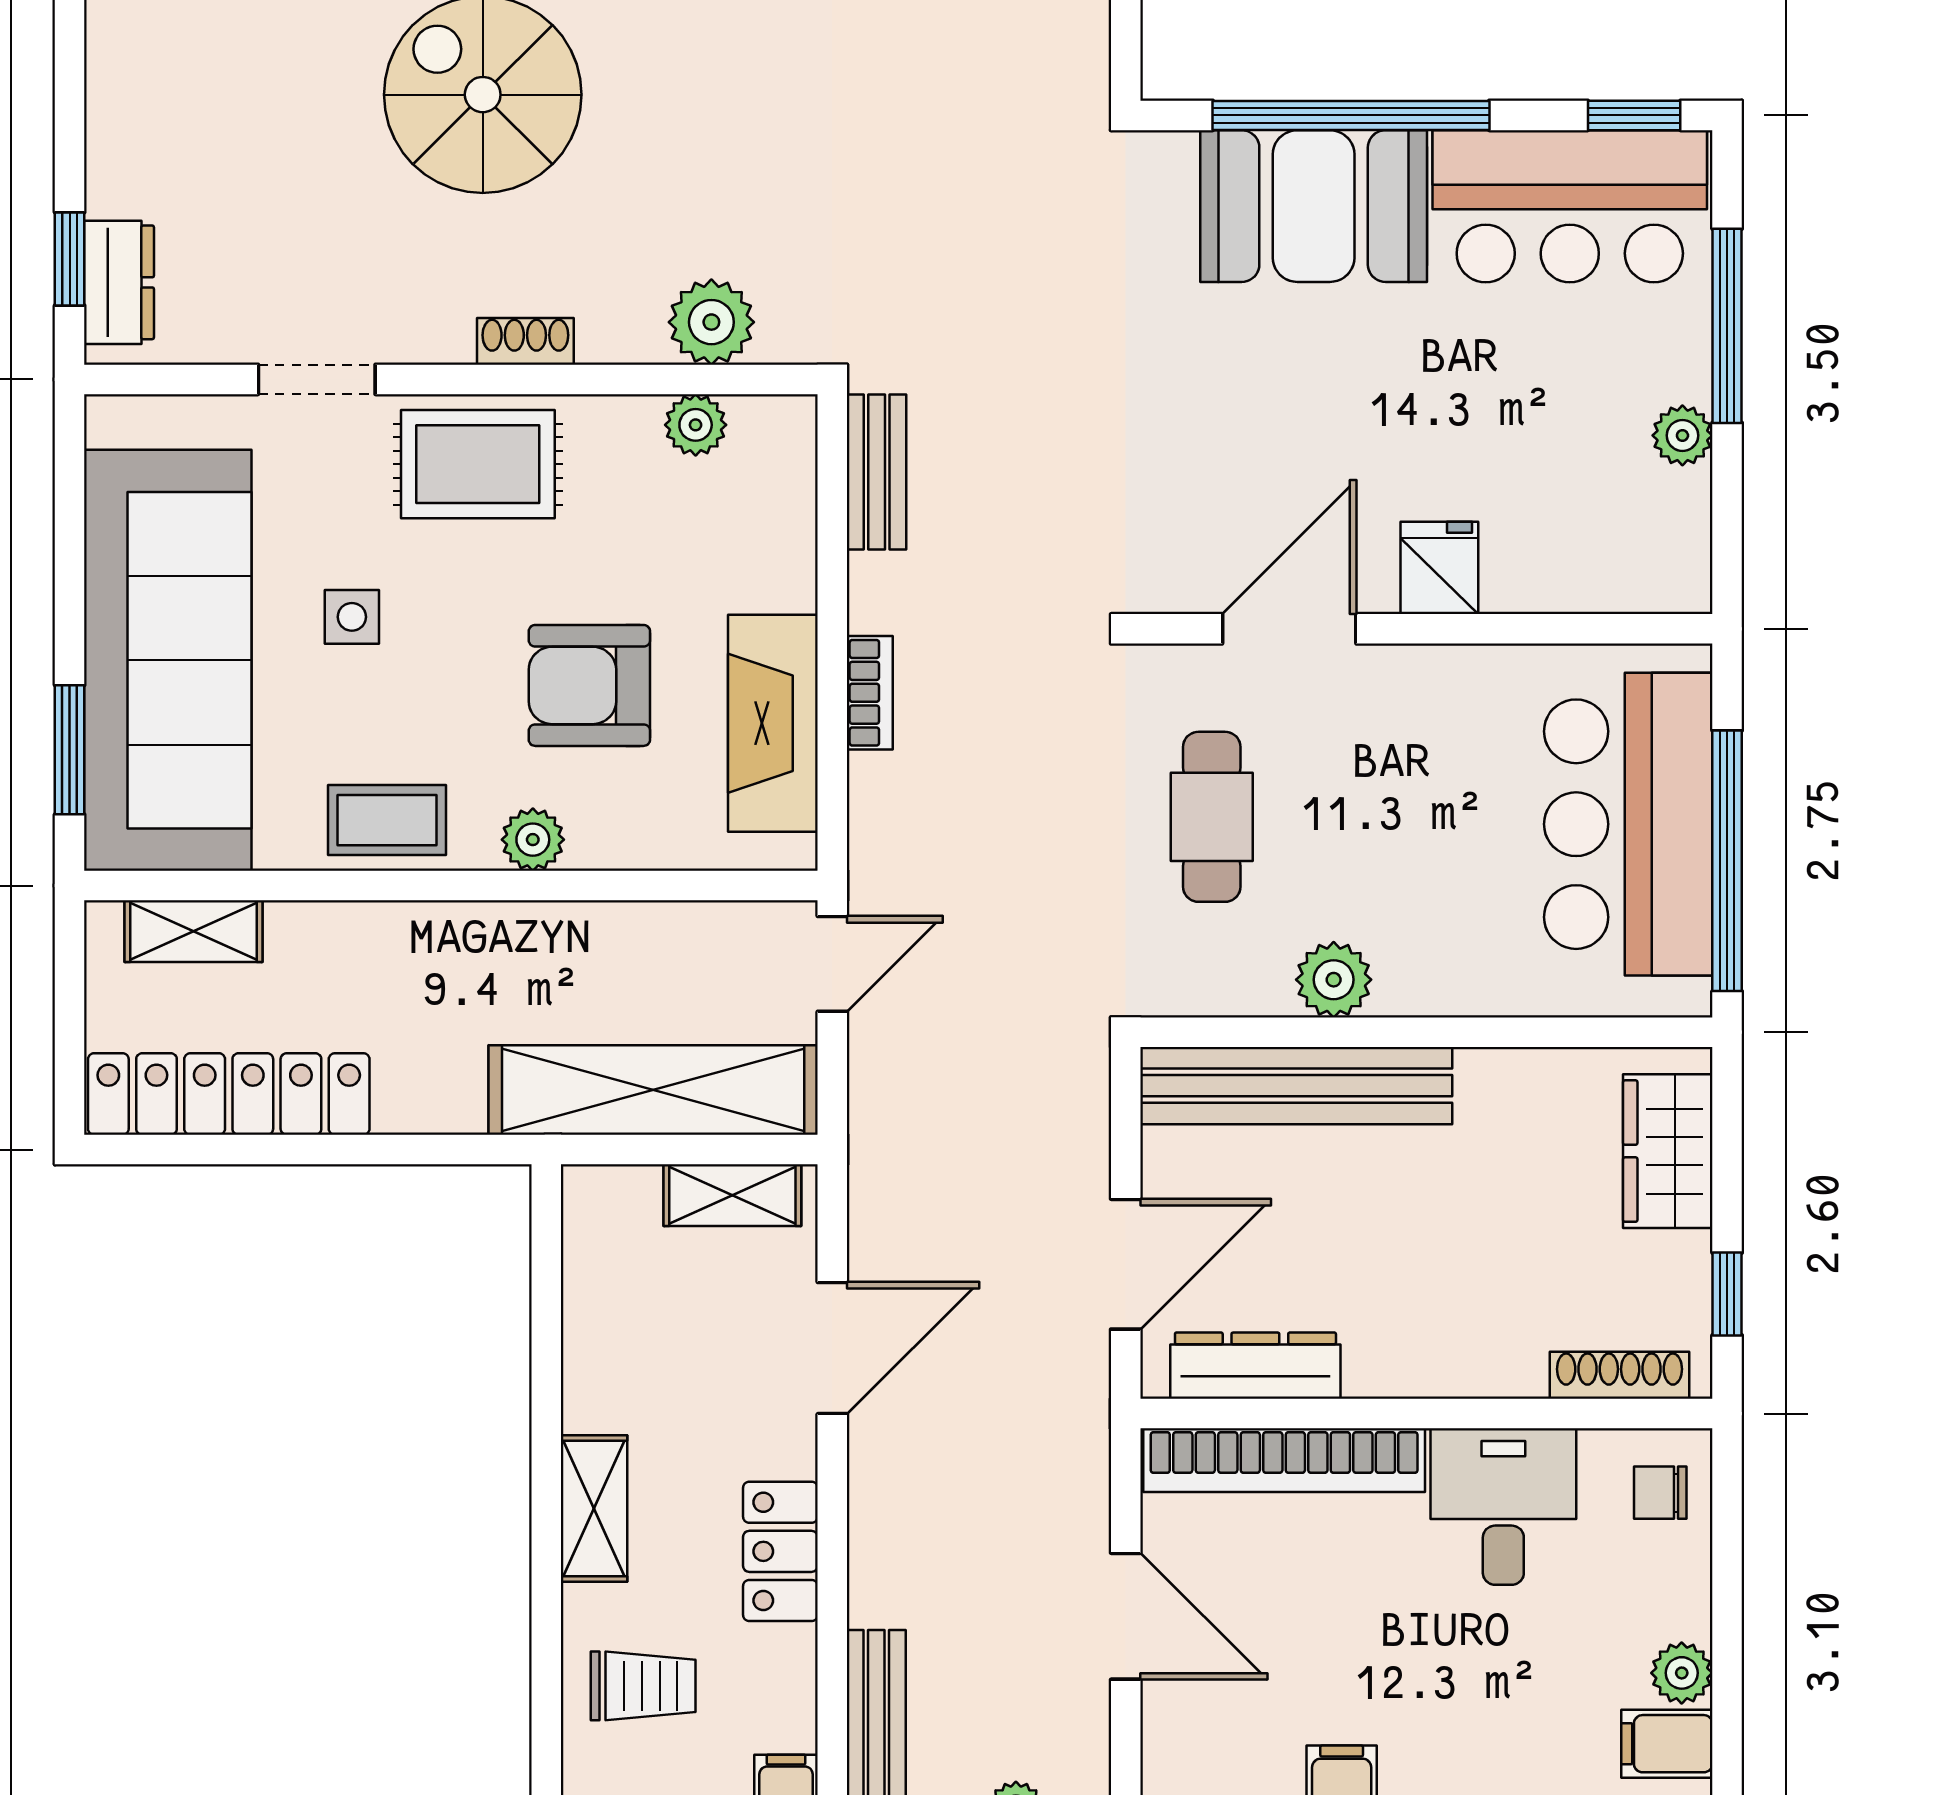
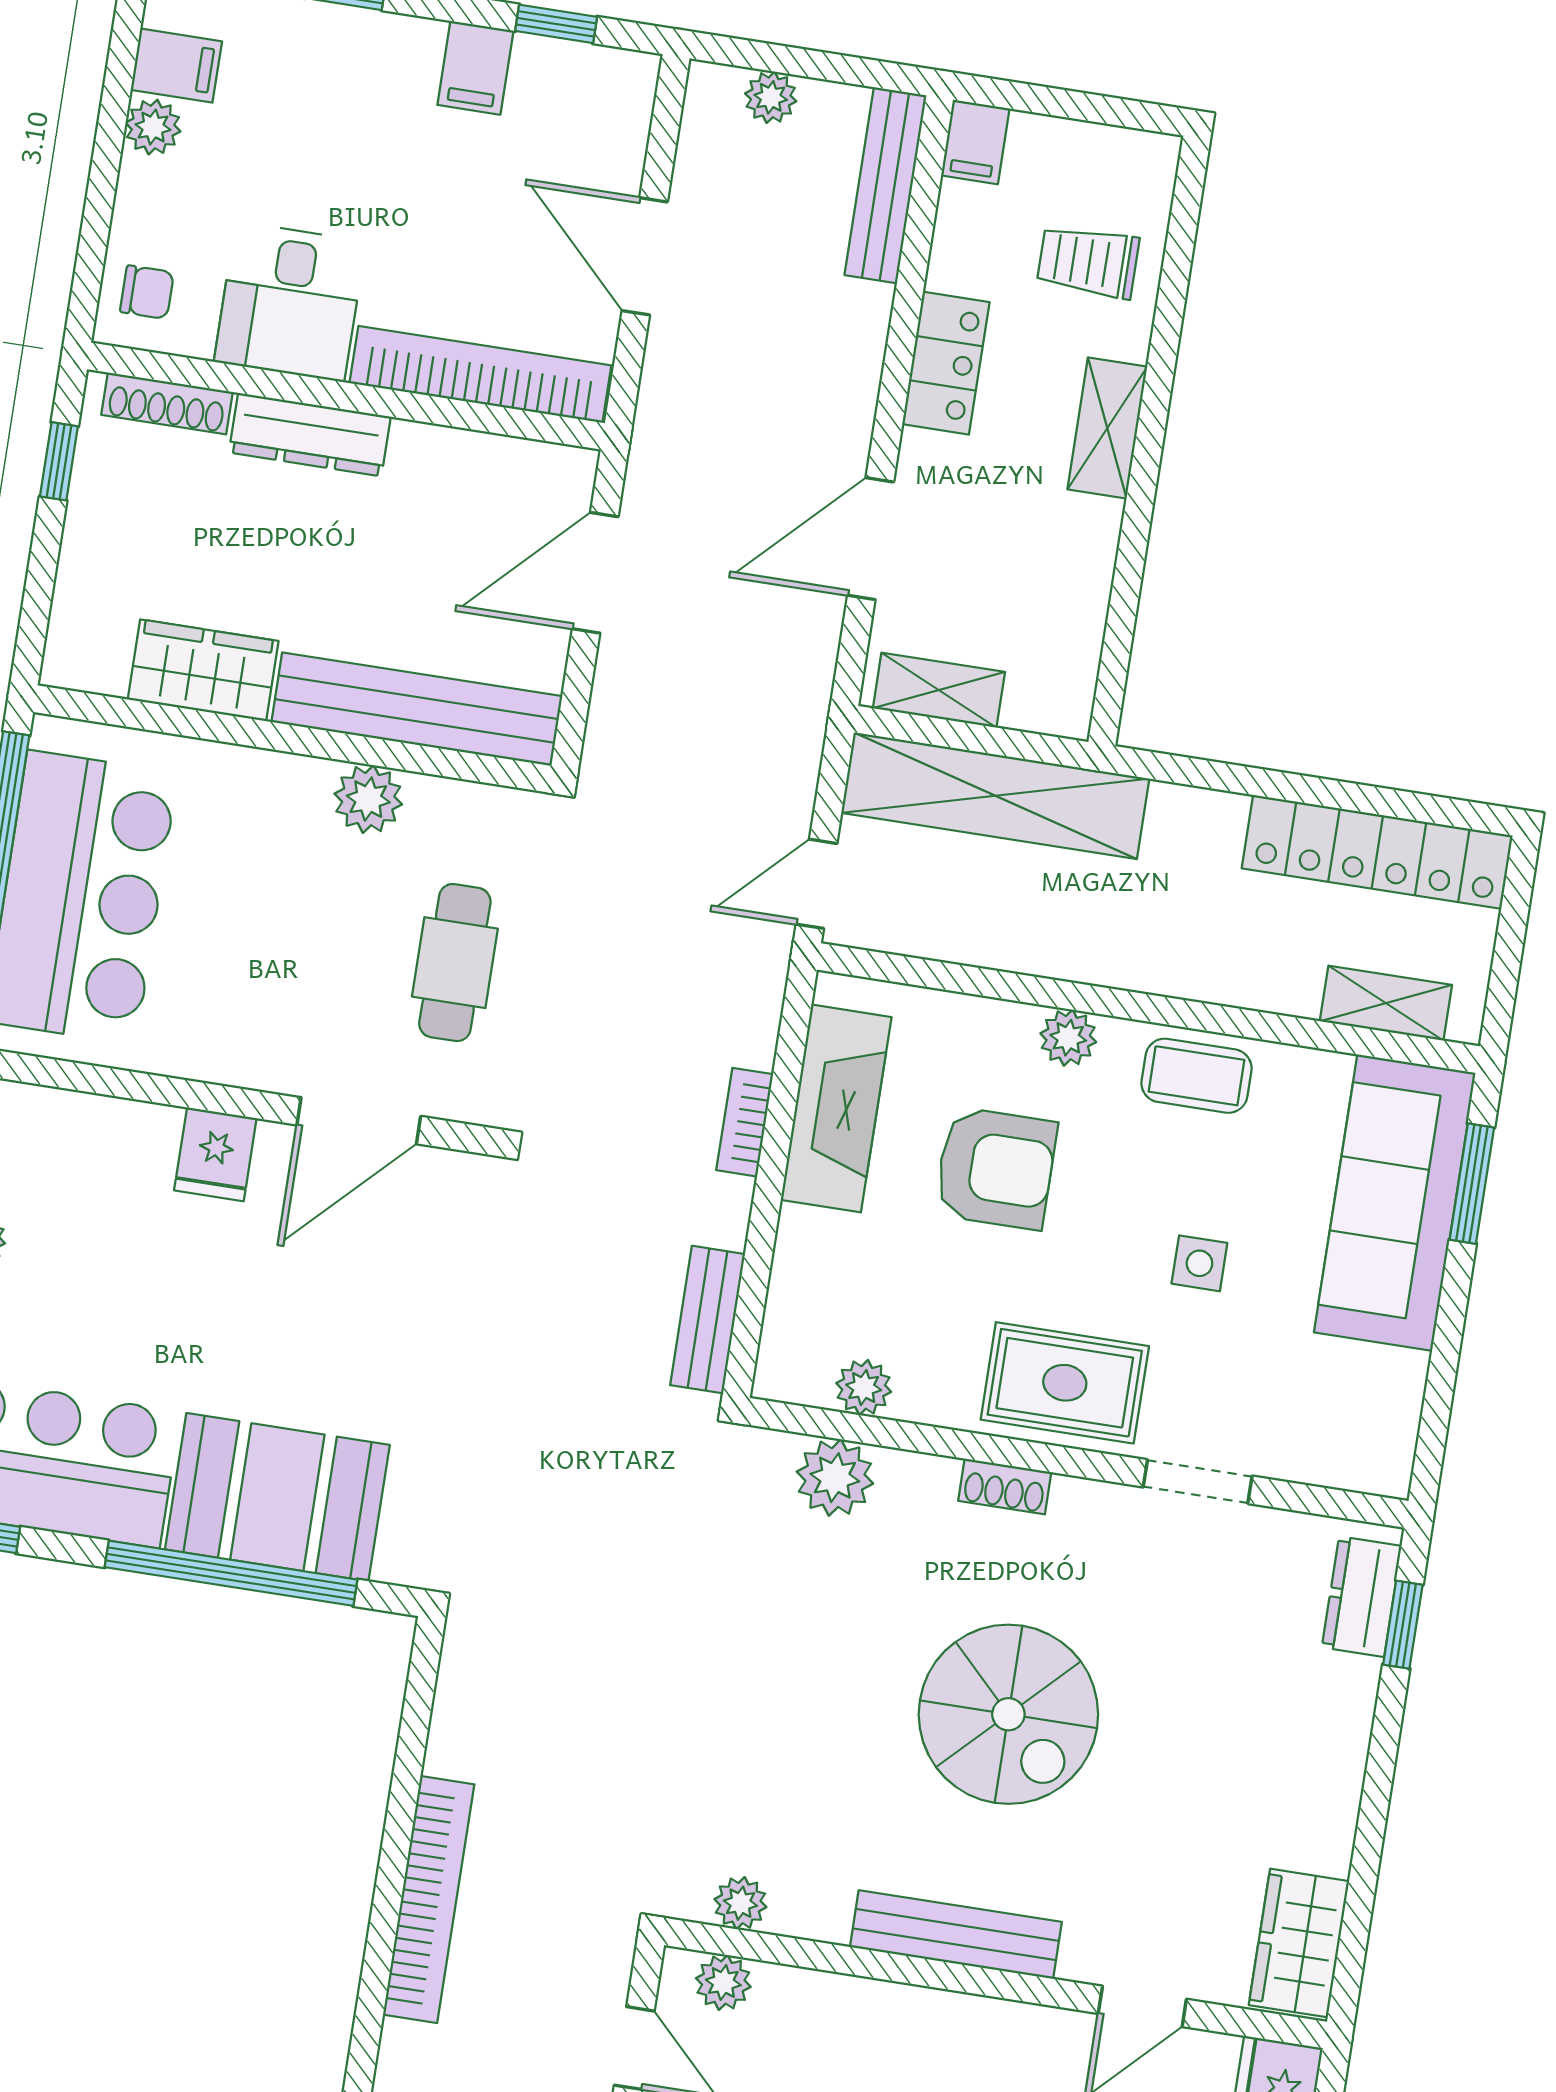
sofa: (168, 660) -> (1395, 1203), width x0.74, depth x0.79
wardrobe: (1668, 1151) -> (203, 670), moved, turned -90
dresser: (1255, 1366) -> (310, 435), moved

